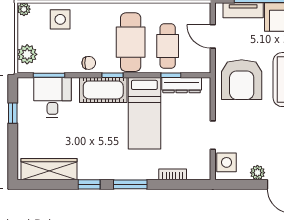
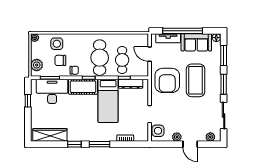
chair: (66, 47) -> (60, 60), added
desk: (52, 98) -> (52, 91), width x1.37

